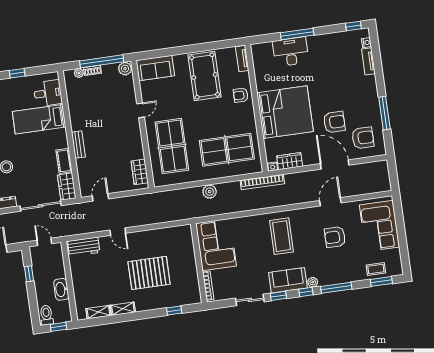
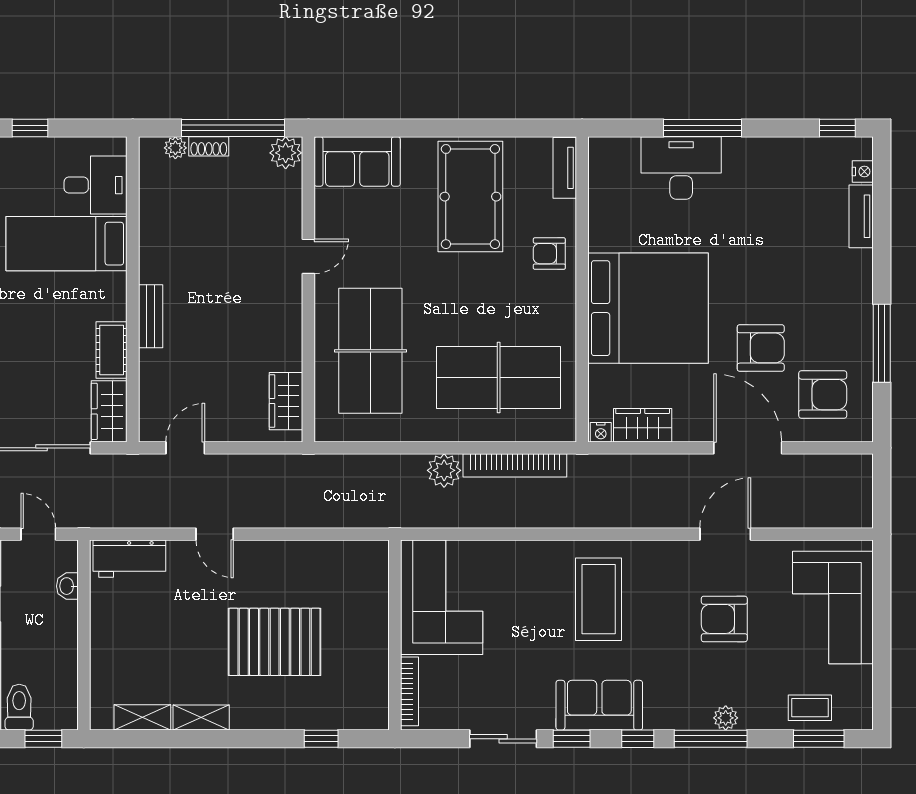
bookcase: (262, 182) -> (515, 465), moved
plant: (313, 282) -> (726, 718), moved
washbasin: (61, 289) -> (67, 586), moved, width x0.52, depth x0.69

